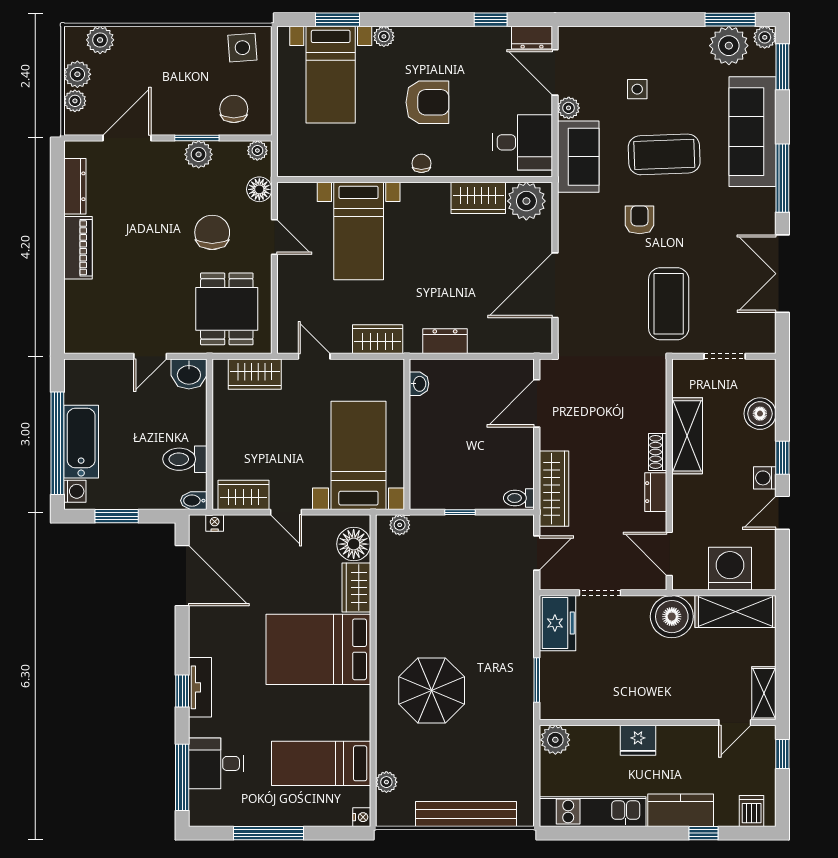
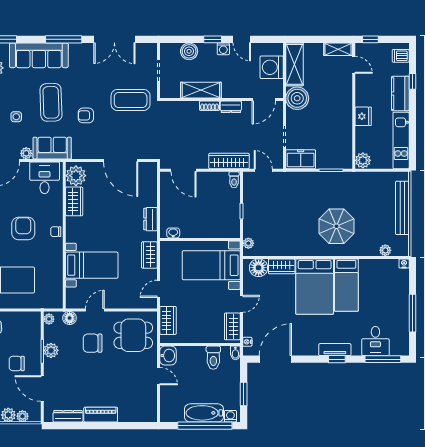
chair: (234, 109) -> (17, 363), moved
bed: (321, 763) -> (346, 285), moved

